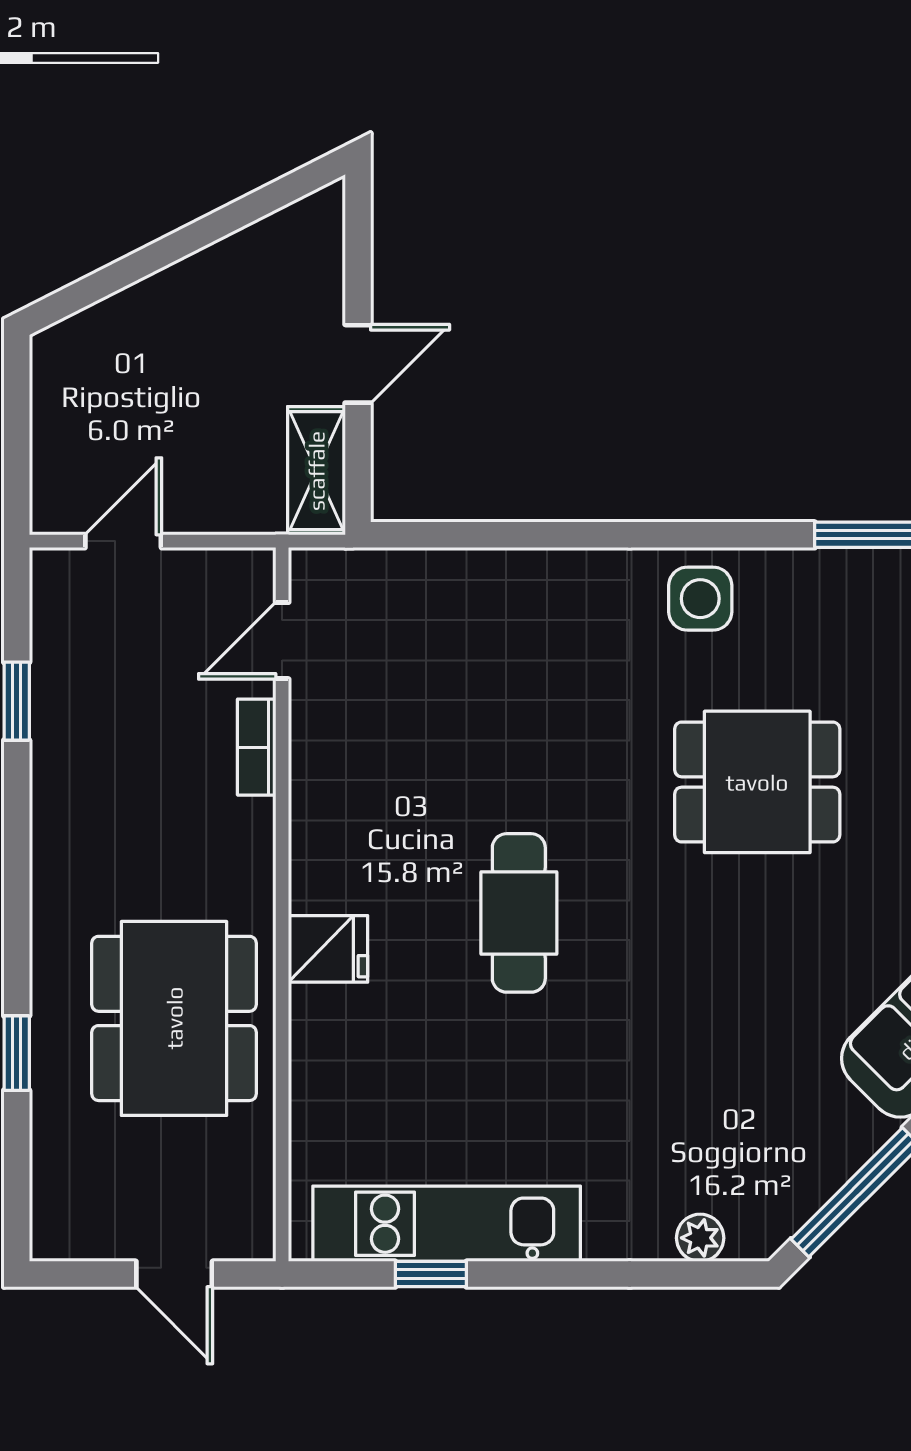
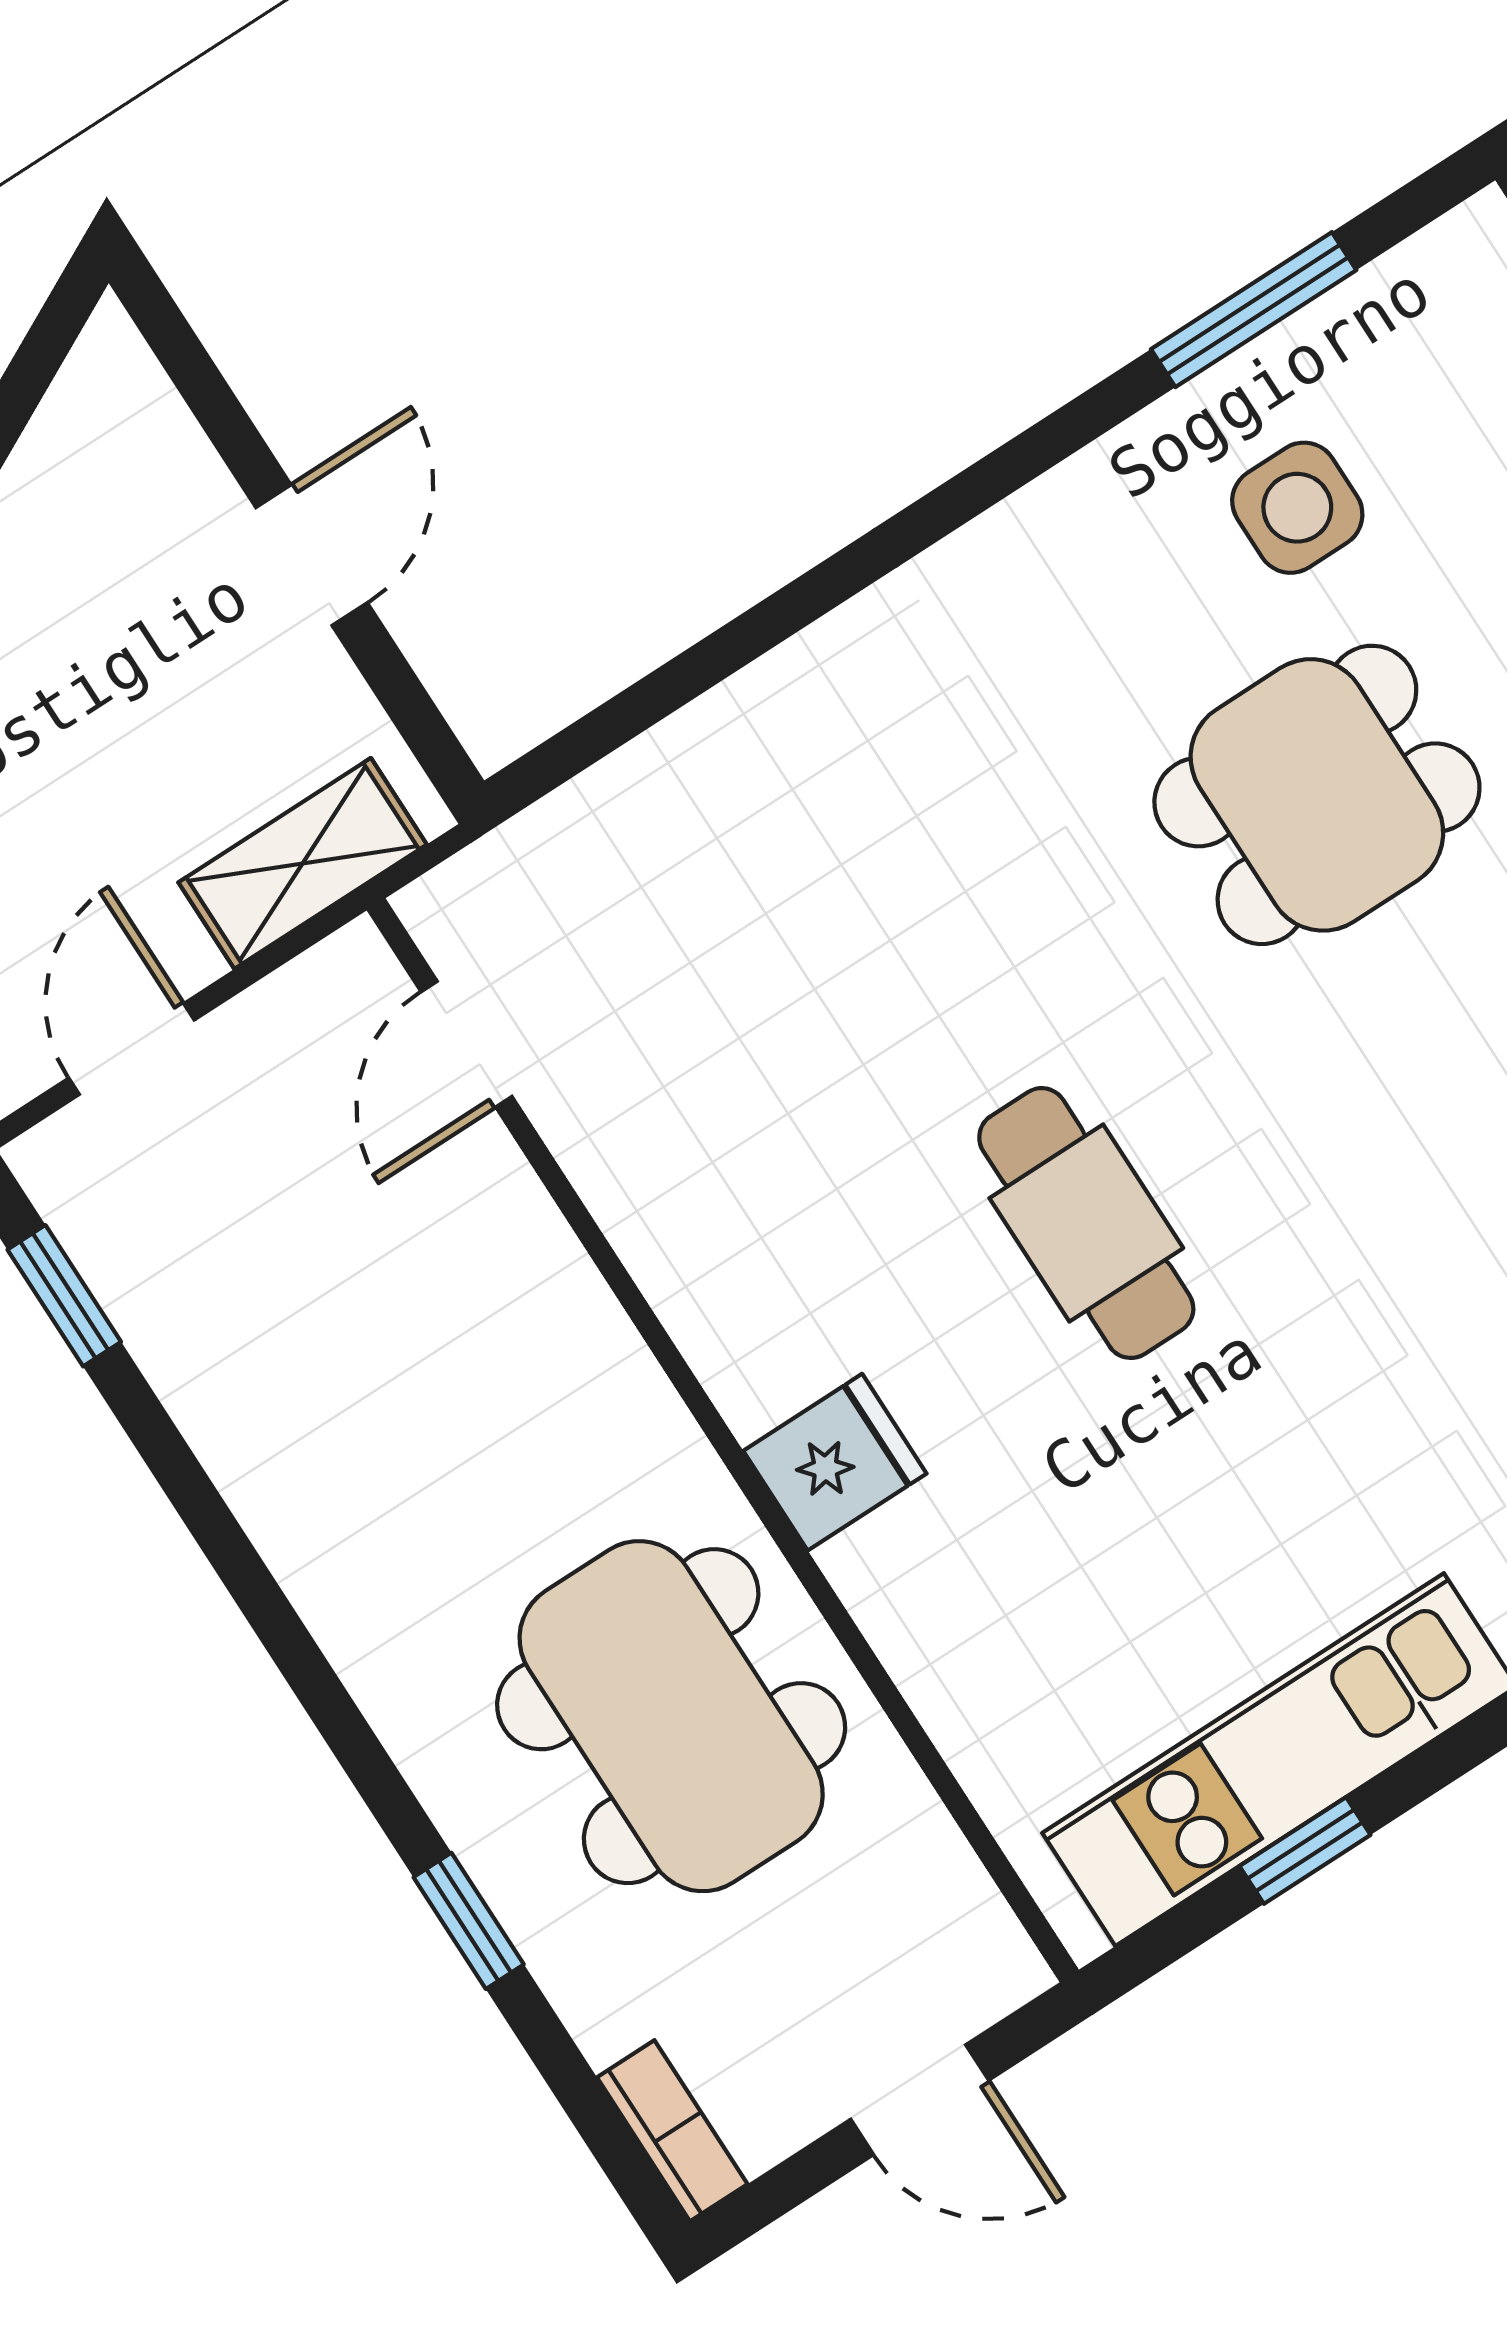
shelving: (316, 471) -> (303, 863), moved, turned 90
side table: (700, 599) -> (1297, 508), moved
window: (17, 701) -> (64, 1296), moved
bookcase: (257, 747) -> (672, 2131), moved, turned 180

